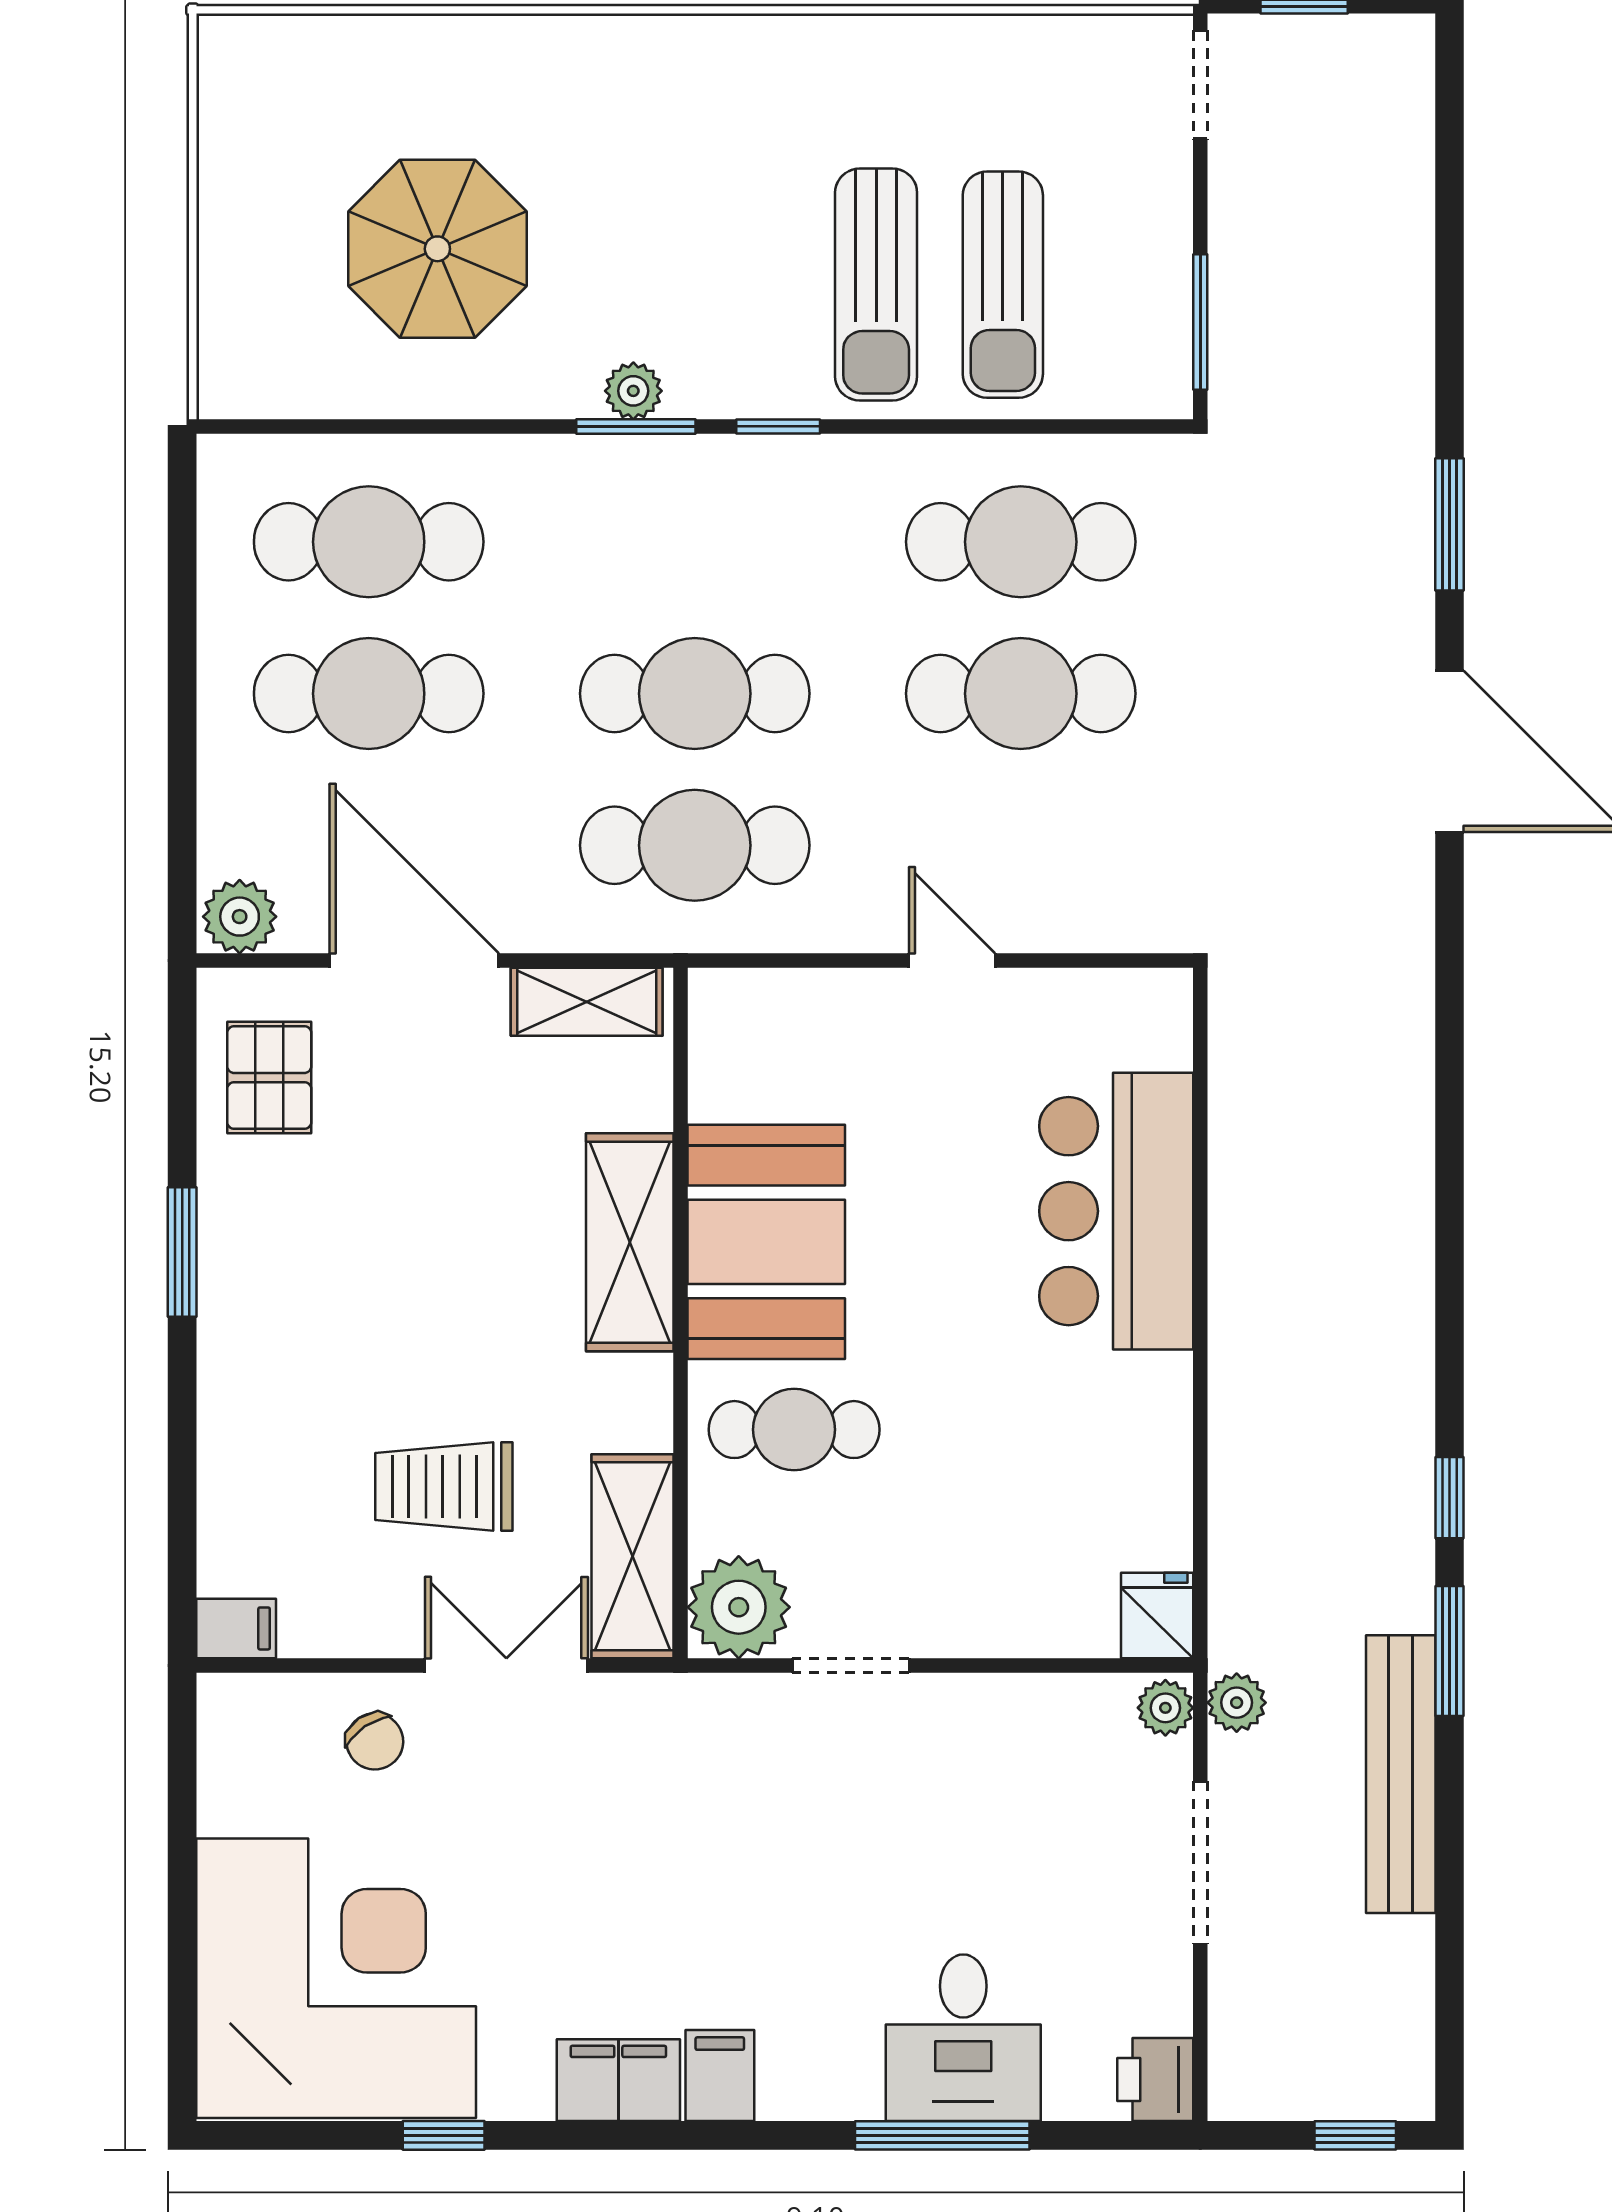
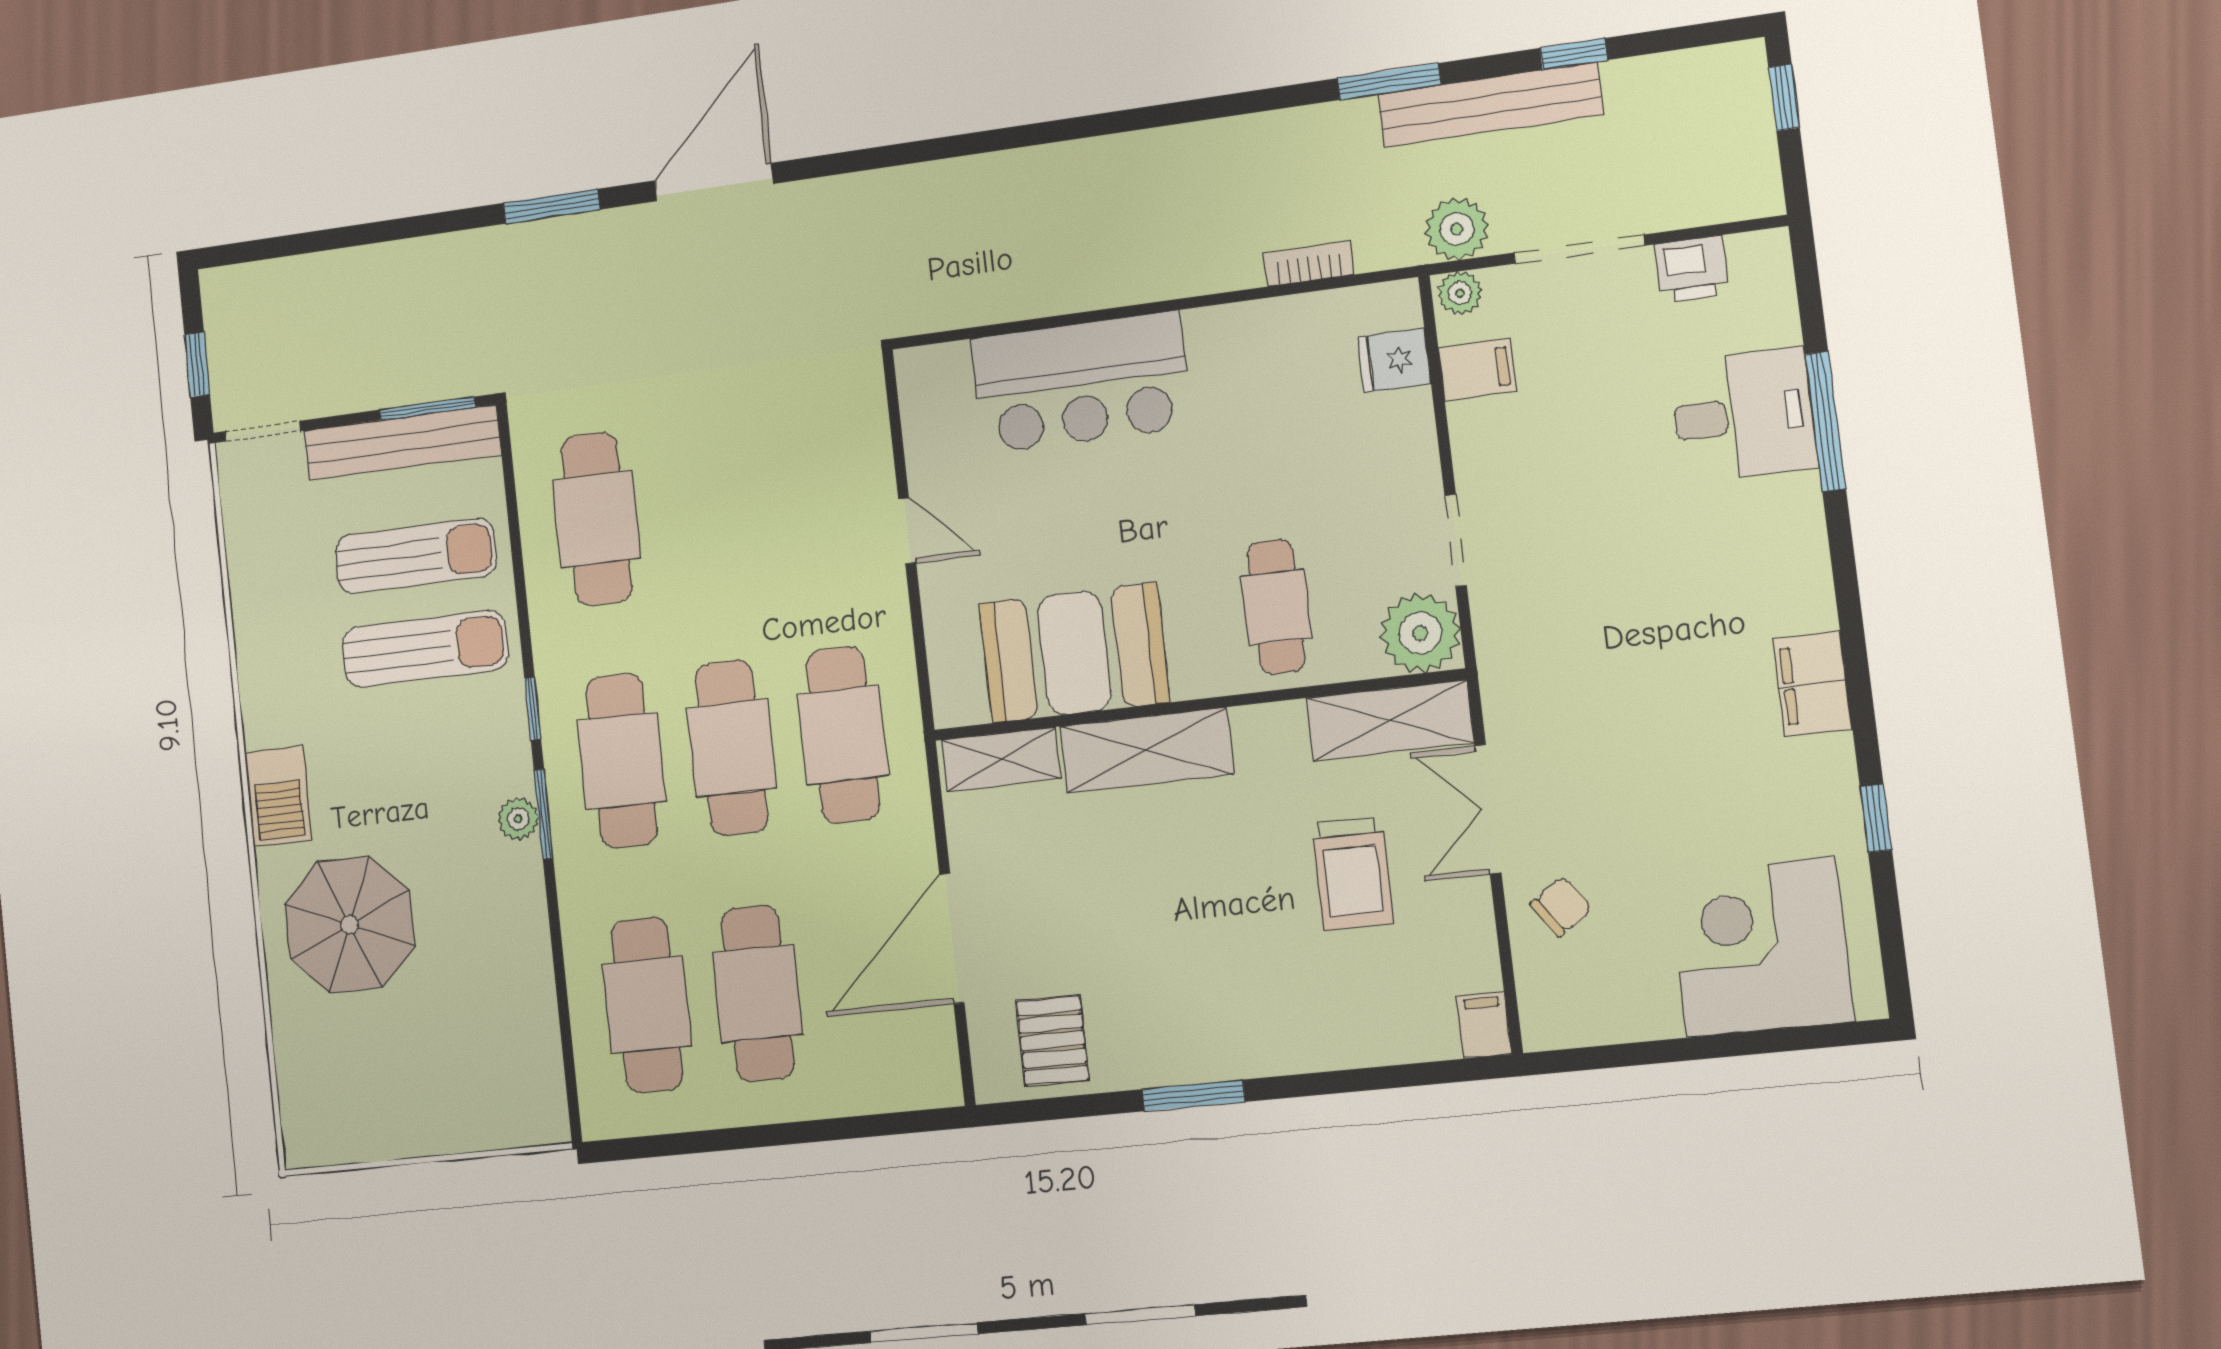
barbecue: (701, 56) -> (278, 796), added
parasol: (437, 249) -> (350, 925), moved
bench: (1159, 282) -> (402, 442), added
cafe table: (1021, 694) -> (622, 761), moved
plant: (240, 917) -> (934, 1075), removed
door: (952, 961) -> (907, 531), swing flipped
shelving: (587, 1002) -> (1001, 759), moved, turned 90
pallet: (269, 1078) -> (1052, 1041), turned 90
booth: (766, 1242) -> (1074, 653), moved
window: (1449, 1498) -> (1574, 54), moved
bookcase: (1230, 1522) -> (1309, 264), added
fridge: (1157, 1615) -> (1394, 360), moved
plant: (1237, 1703) -> (1457, 229), width x1.38, depth x1.38
corner desk: (336, 1978) -> (1761, 947), width x0.74, depth x0.74
filing cabinet: (720, 2076) -> (1477, 370), moved, turned 180
printer: (1155, 2080) -> (1692, 269), moved

